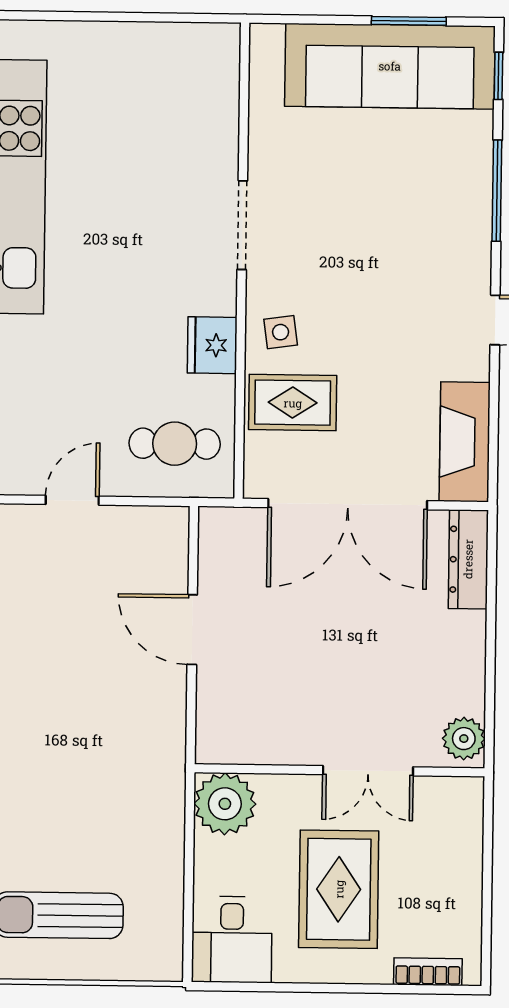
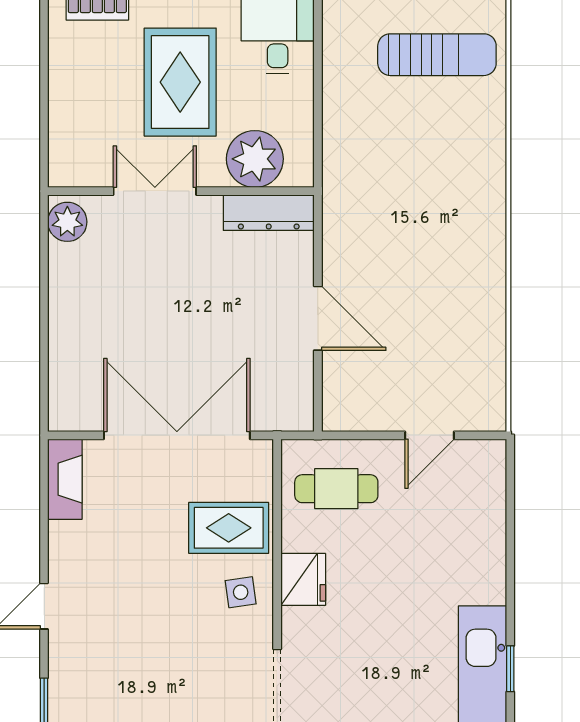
fireplace: (465, 442) -> (65, 479), width x0.73, depth x0.76
dresser: (468, 559) -> (269, 213), moved, turned 90
plant: (225, 804) -> (255, 159), moved

